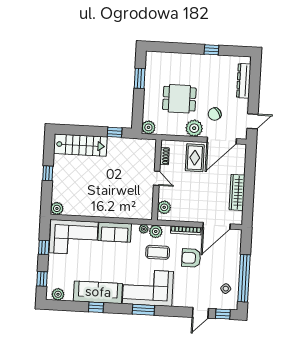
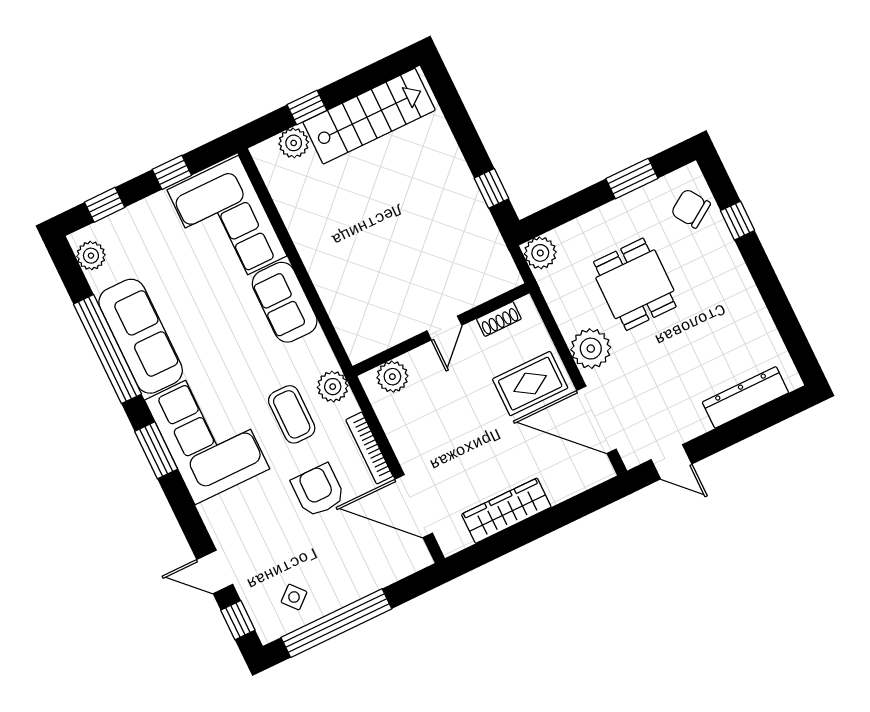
window: (211, 50) -> (738, 221), moved
chair: (215, 114) -> (691, 208), moved
stairs: (80, 145) -> (369, 116), moved, turned -90
window: (48, 173) -> (307, 107), moved
plant: (57, 208) -> (294, 143), moved
plant: (144, 229) -> (324, 359), removed
window: (96, 307) -> (107, 349), width x3.17

